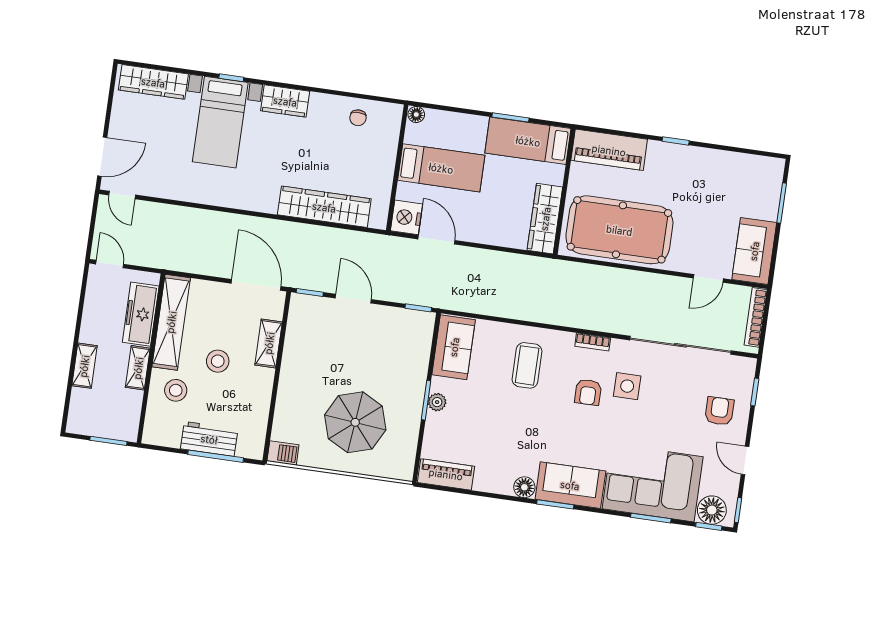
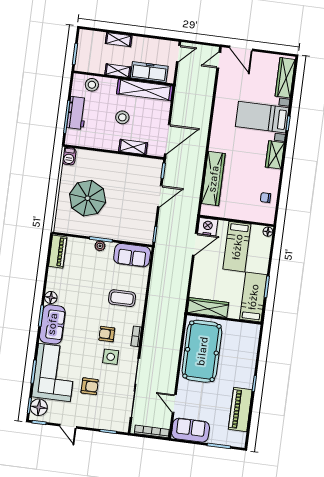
piano: (609, 150) -> (240, 410), moved
stool: (176, 390) -> (92, 85), moved
armchair: (719, 411) -> (90, 386), moved
door: (745, 460) -> (68, 426), swing flipped

